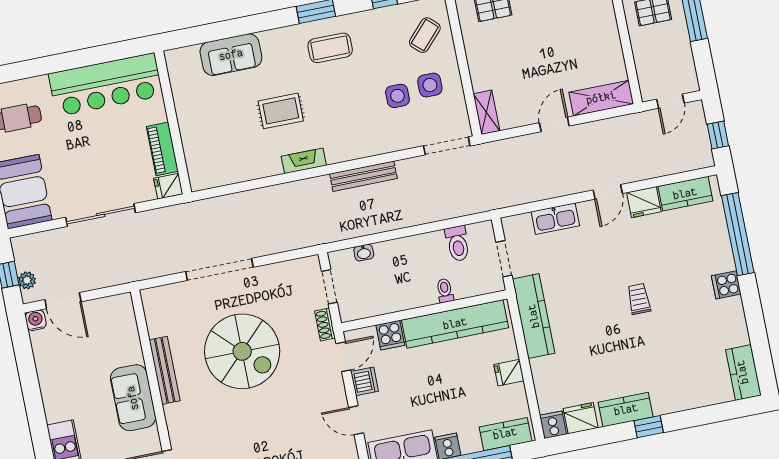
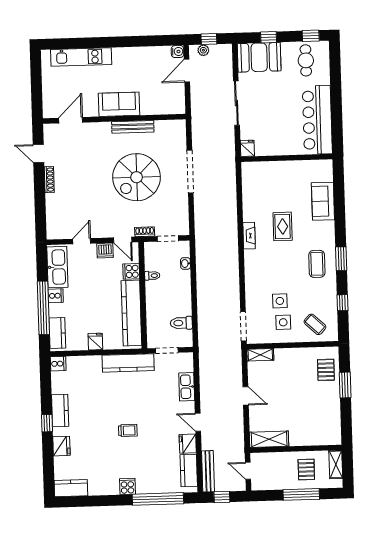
shelving: (601, 98) -> (269, 439), moved, turned 90
piano: (162, 149) -> (271, 149), removed
bench: (363, 176) -> (208, 471), moved
toilet: (445, 291) -> (152, 276), moved
fridge: (581, 418) -> (61, 446), moved

